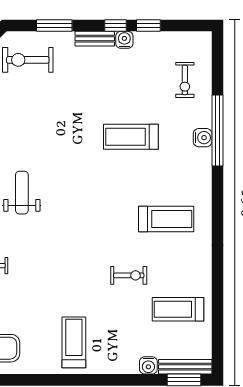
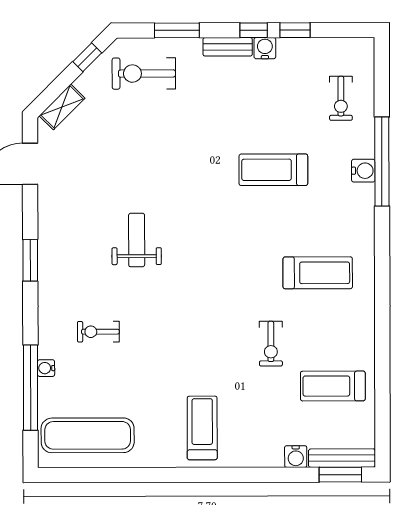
exercise bike: (129, 275) -> (271, 344), turned 90

